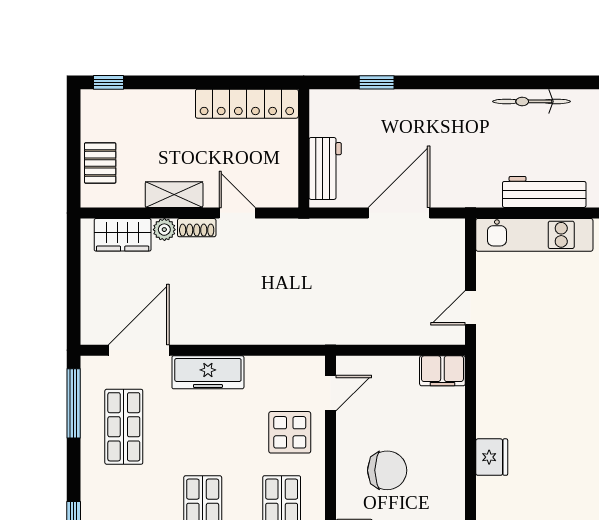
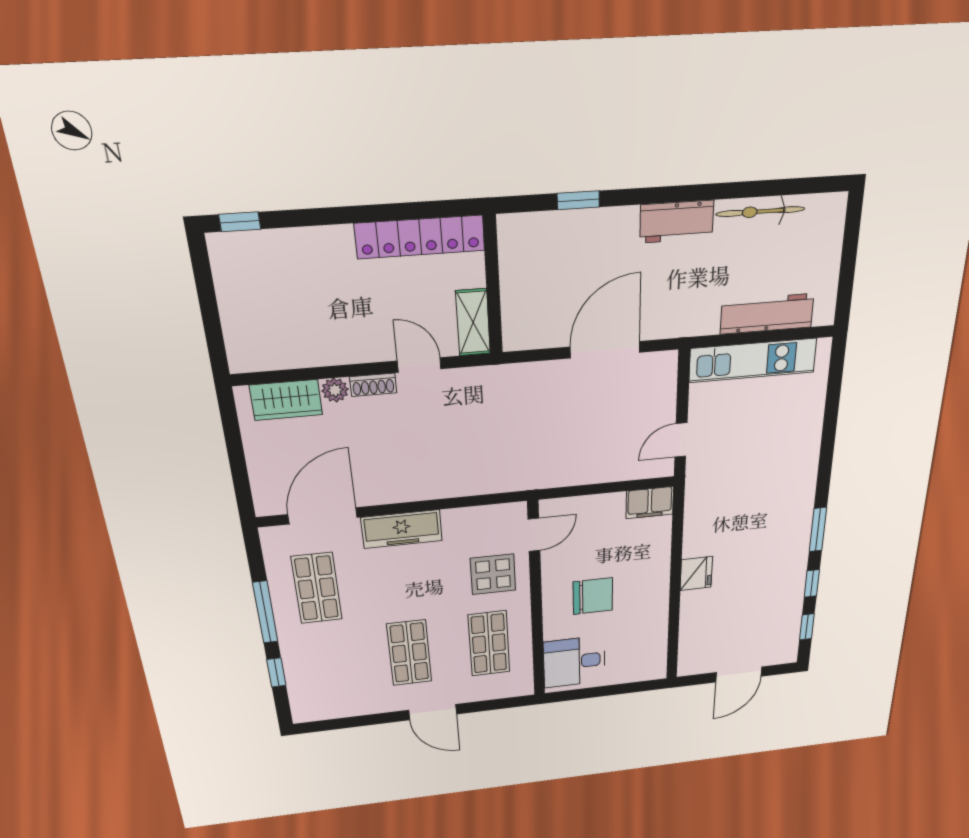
pallet: (100, 163) -> (245, 321), removed
workbench: (325, 168) -> (677, 222), moved, turned 90
shelving: (174, 195) -> (473, 322), moved, turned 90
window: (74, 403) -> (265, 612), moved

